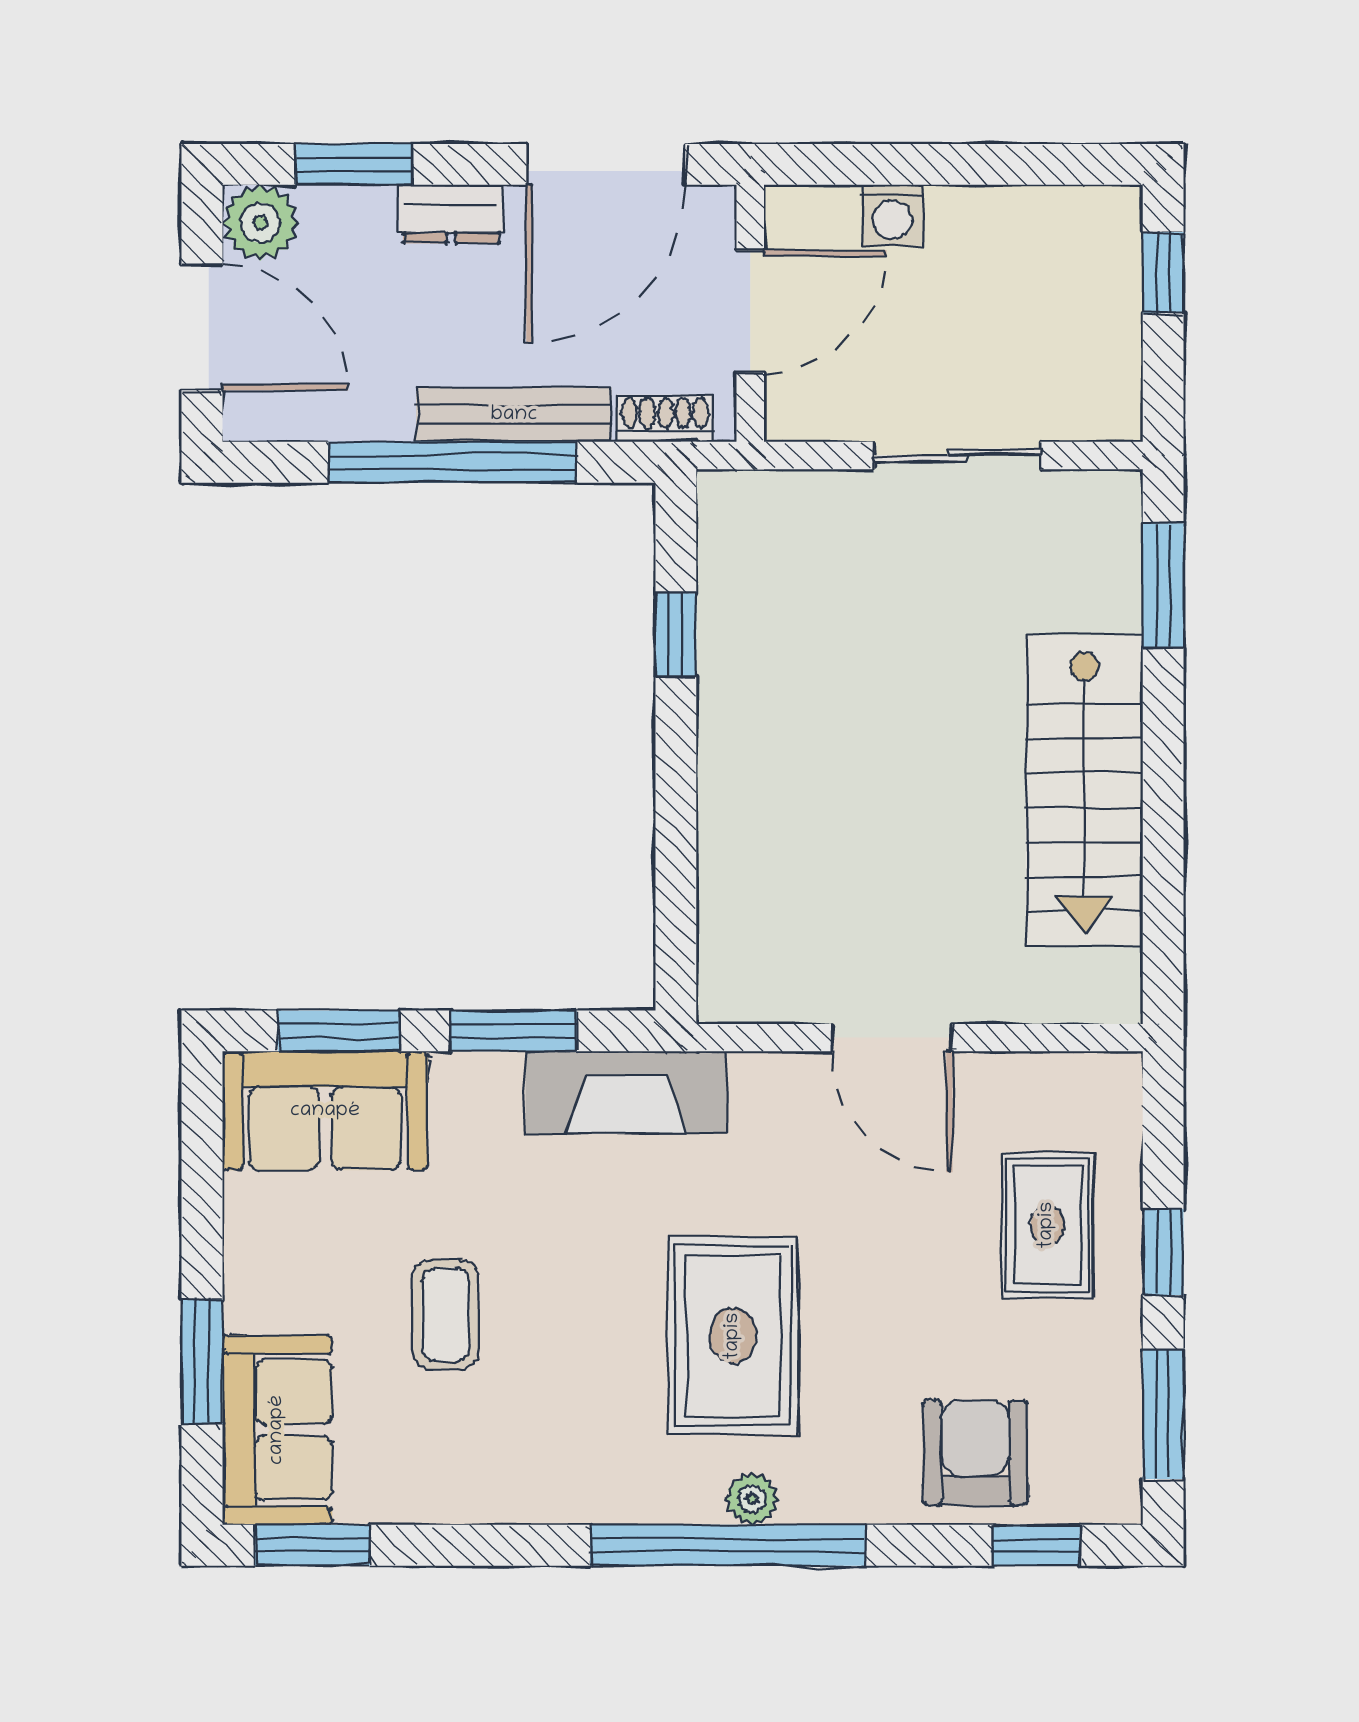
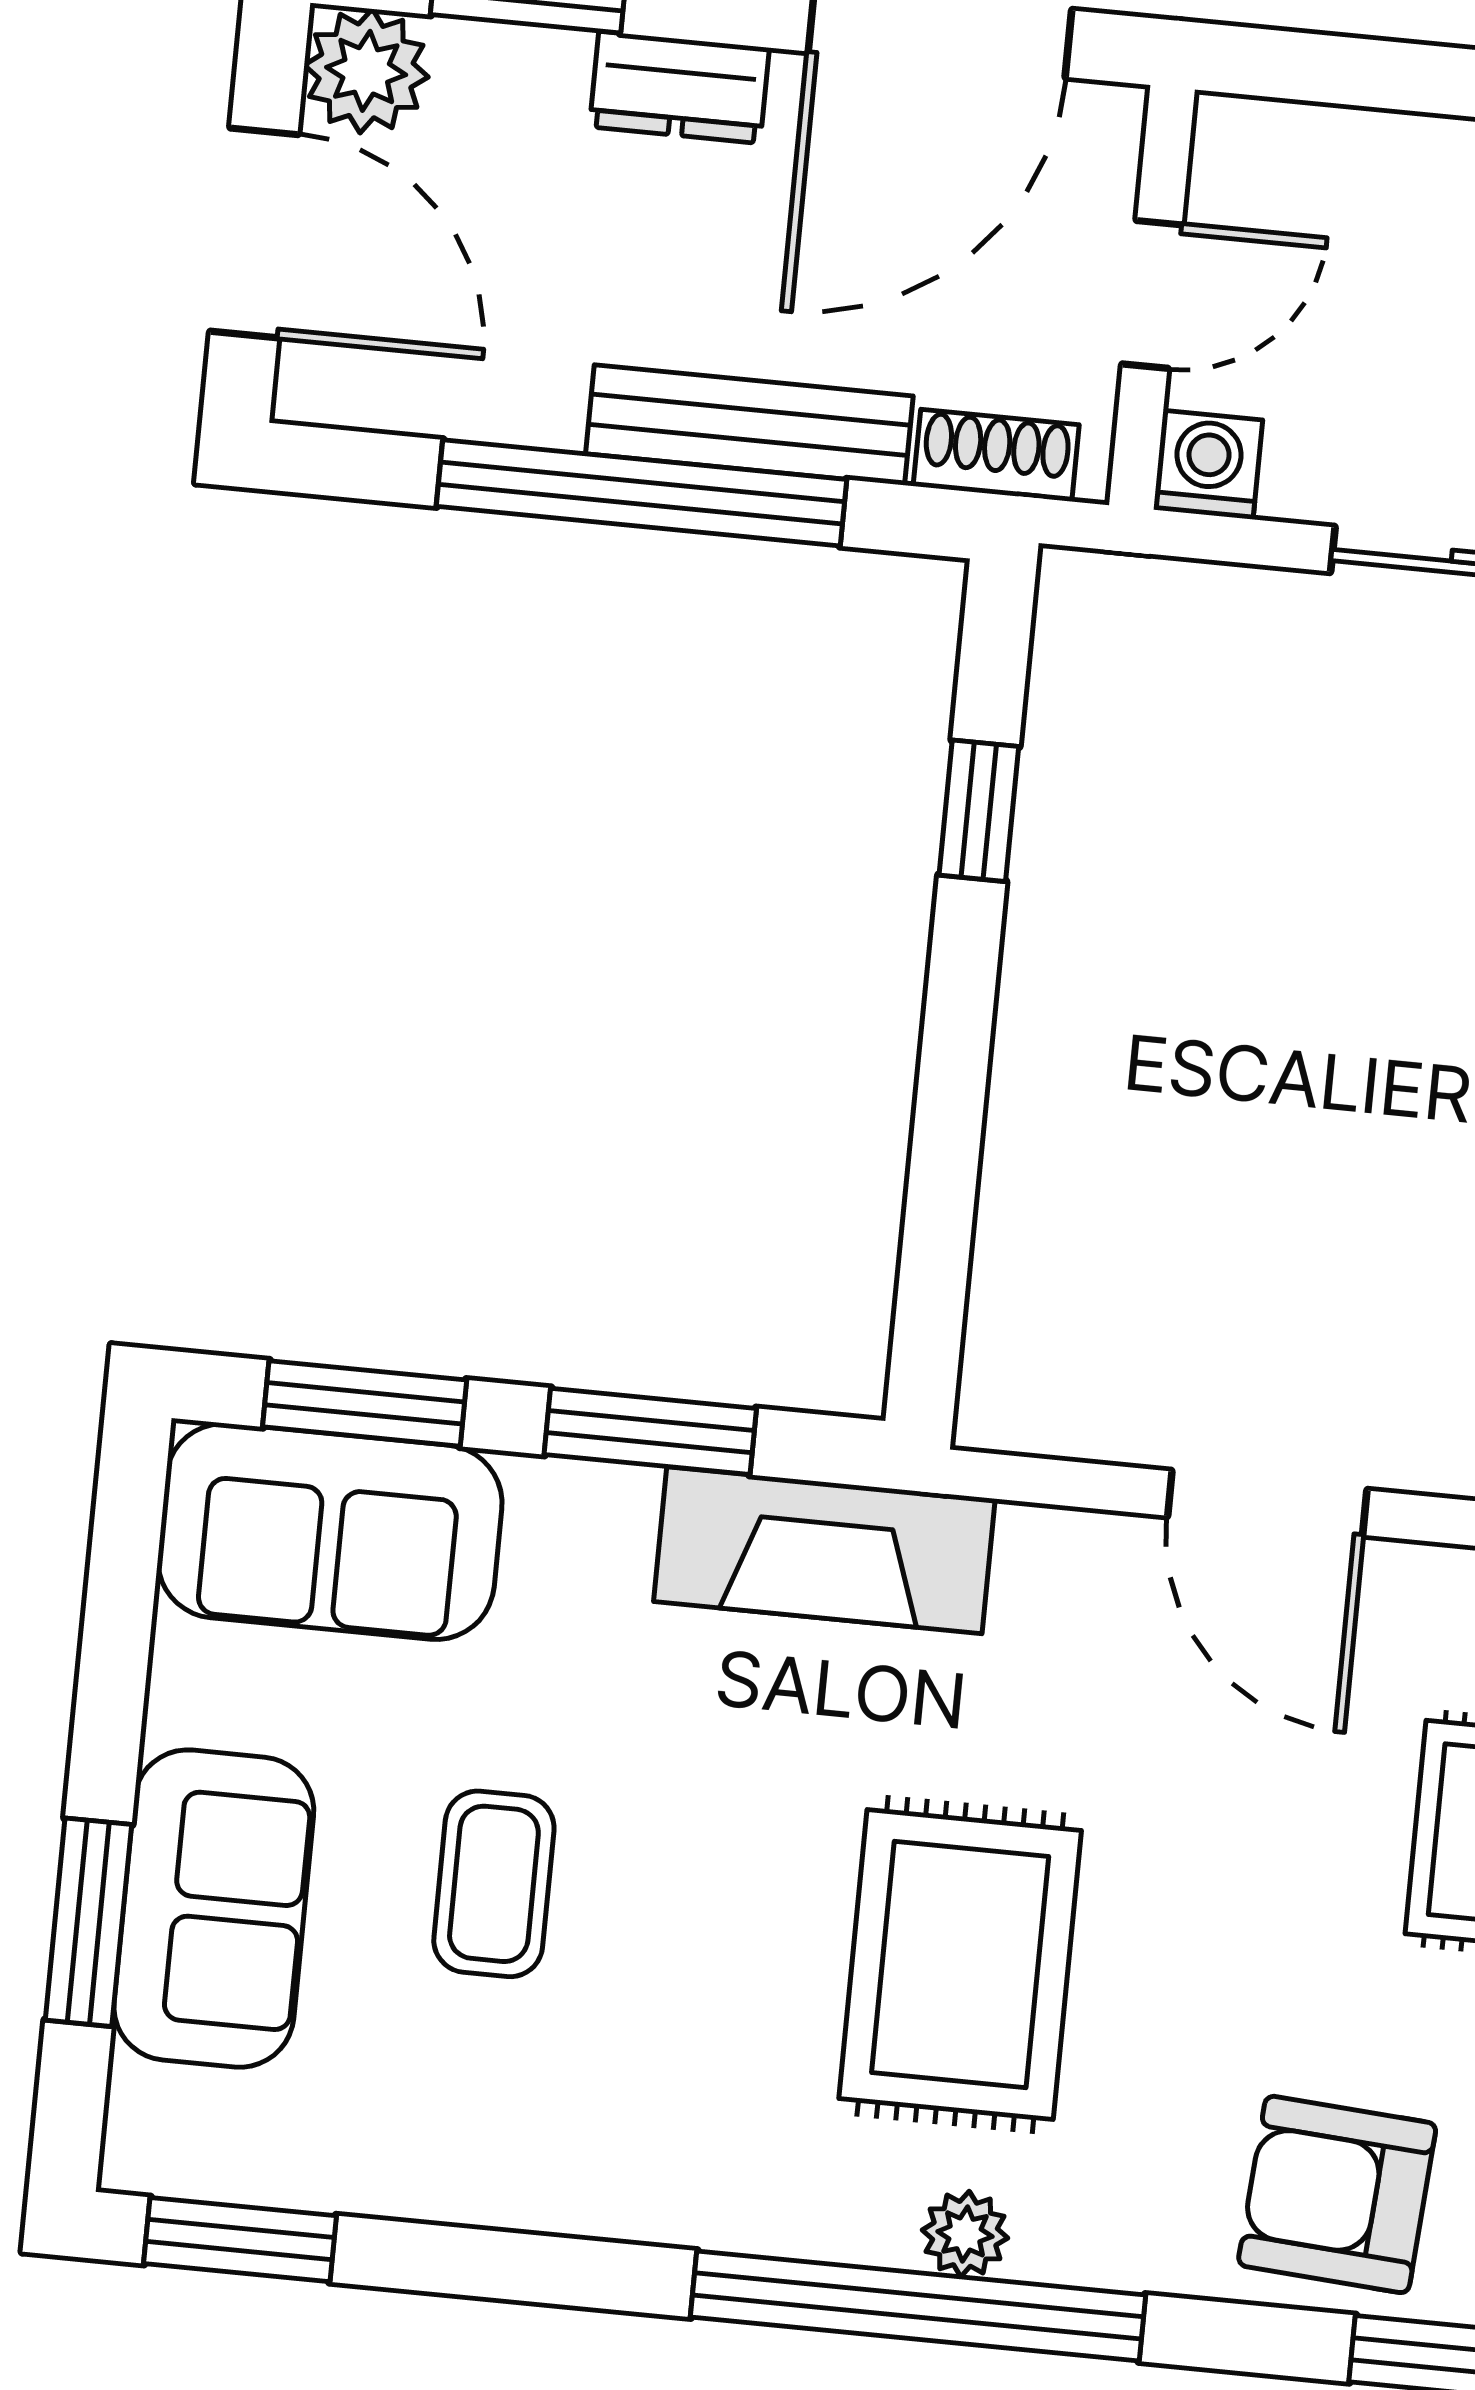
washing machine: (892, 215) -> (1208, 465), moved, turned 180
door: (750, 311) -> (1152, 294), width x0.73
sofa: (277, 1430) -> (214, 1909), moved
armchair: (975, 1453) -> (1337, 2194), turned -86

